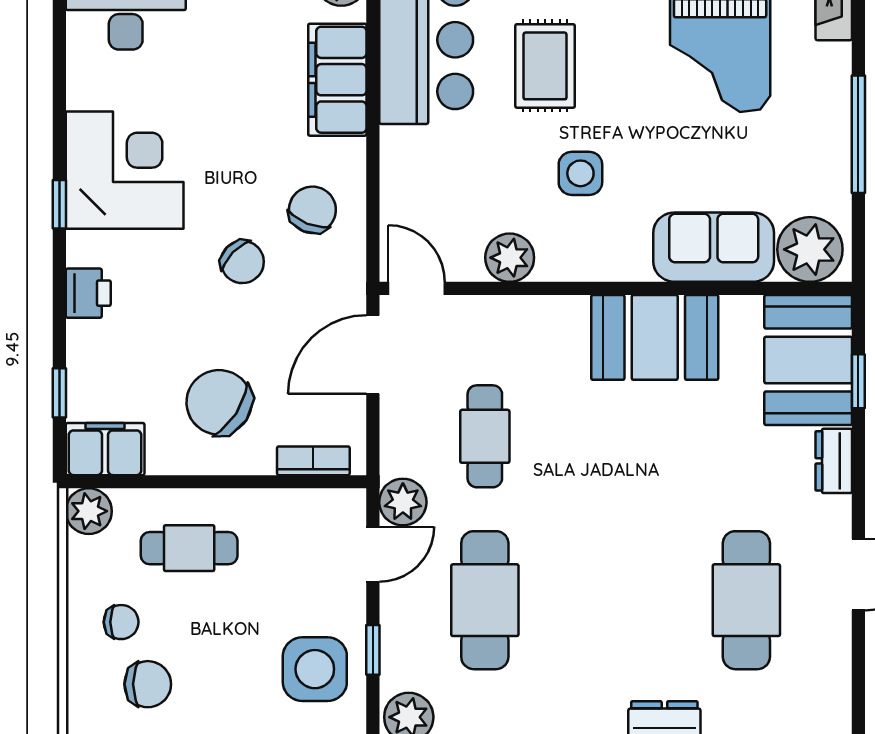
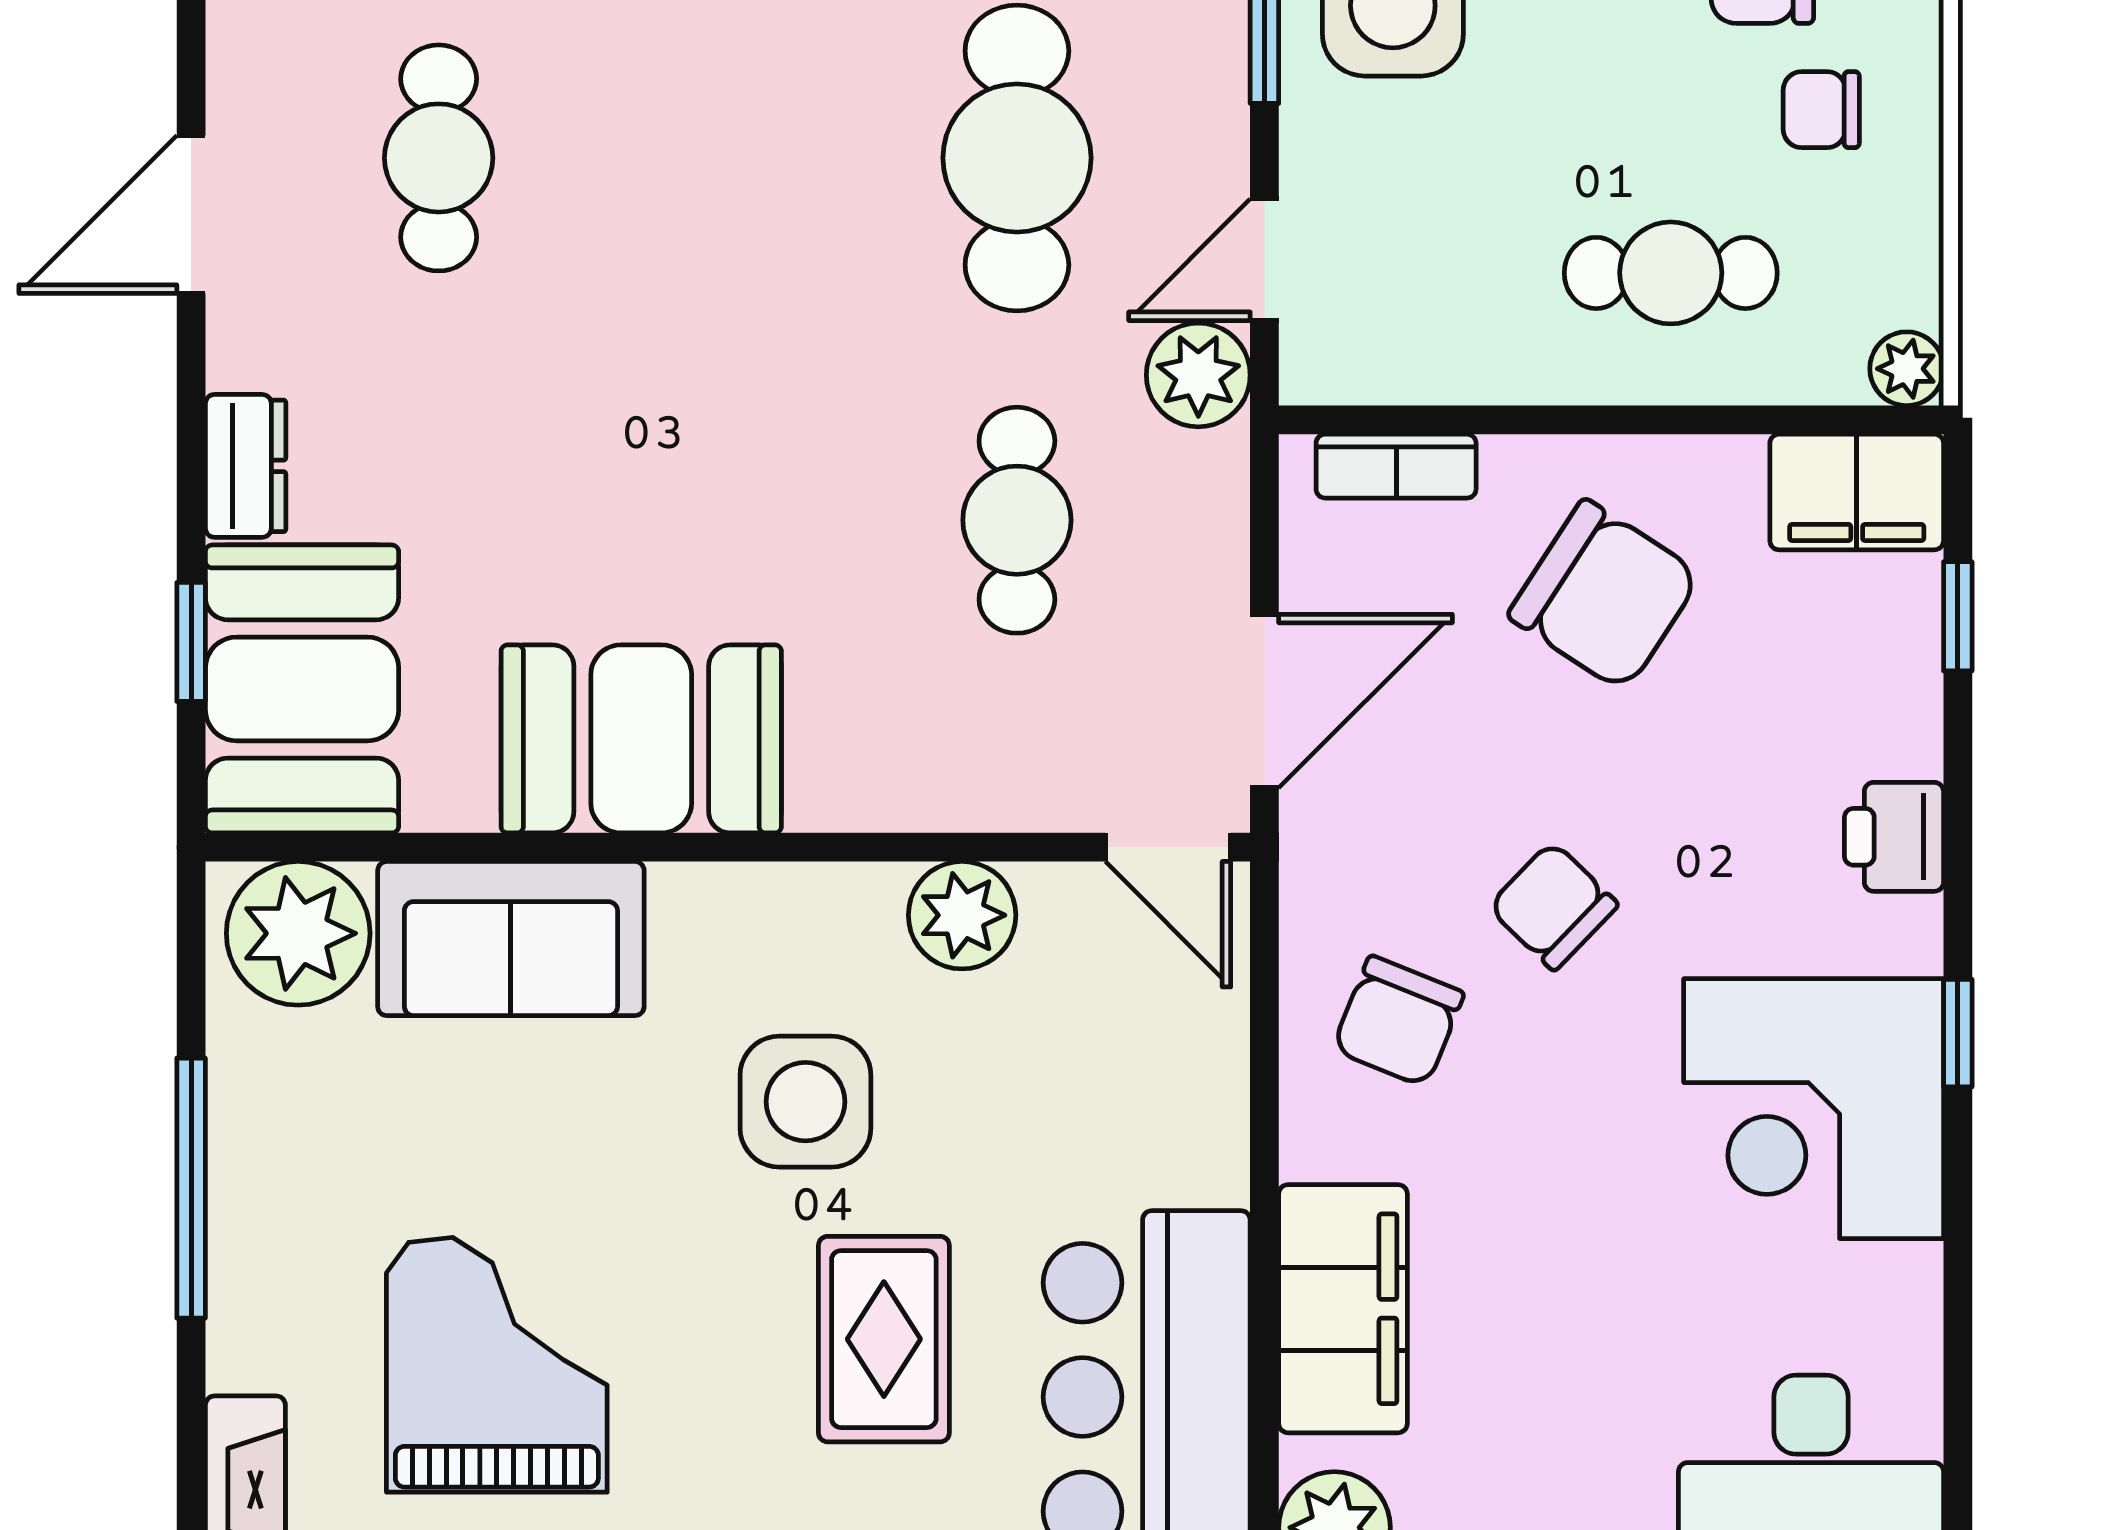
side table: (580, 173) -> (805, 1102), width x1.37, depth x1.37
plant: (89, 511) -> (1907, 369), width x0.73, depth x0.73
cafe table: (746, 600) -> (439, 158), width x0.73, depth x0.74

